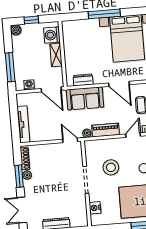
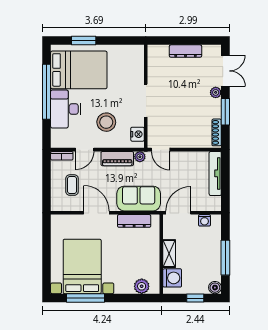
window: (104, 14) -> (85, 298), moved
plant: (77, 26) -> (142, 286), added
window: (10, 67) -> (225, 258), moved
dresser: (83, 80) -> (134, 221), width x1.44
door: (51, 89) -> (178, 213), hinge flipped
stool: (111, 167) -> (106, 122), moved
plant: (27, 175) -> (216, 92), moved
nightstand: (95, 208) -> (137, 134), moved

